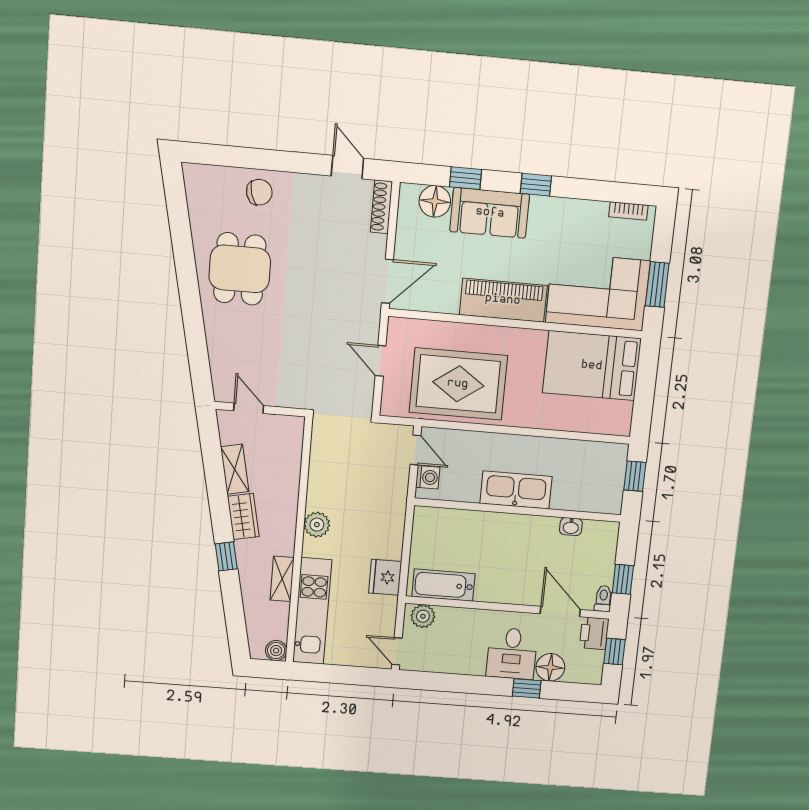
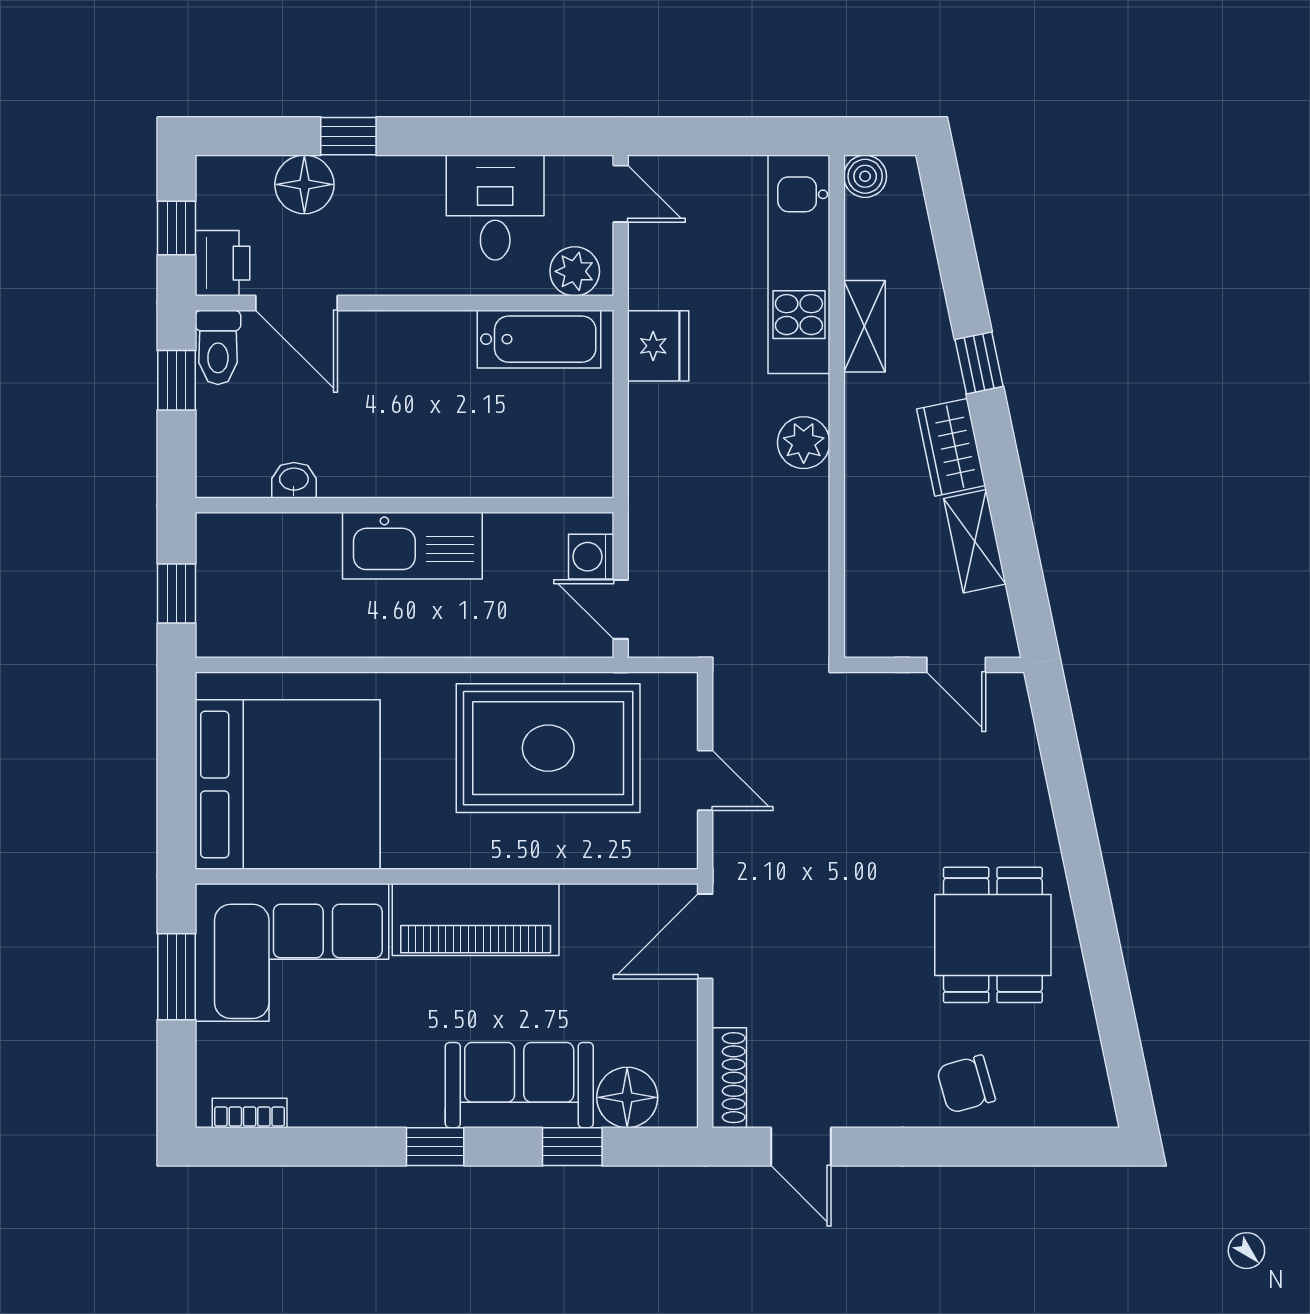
bed: (592, 366) -> (288, 784), width x1.36
toilet: (603, 599) -> (218, 347), width x1.37, depth x1.39
desk: (512, 653) -> (495, 208), moved

